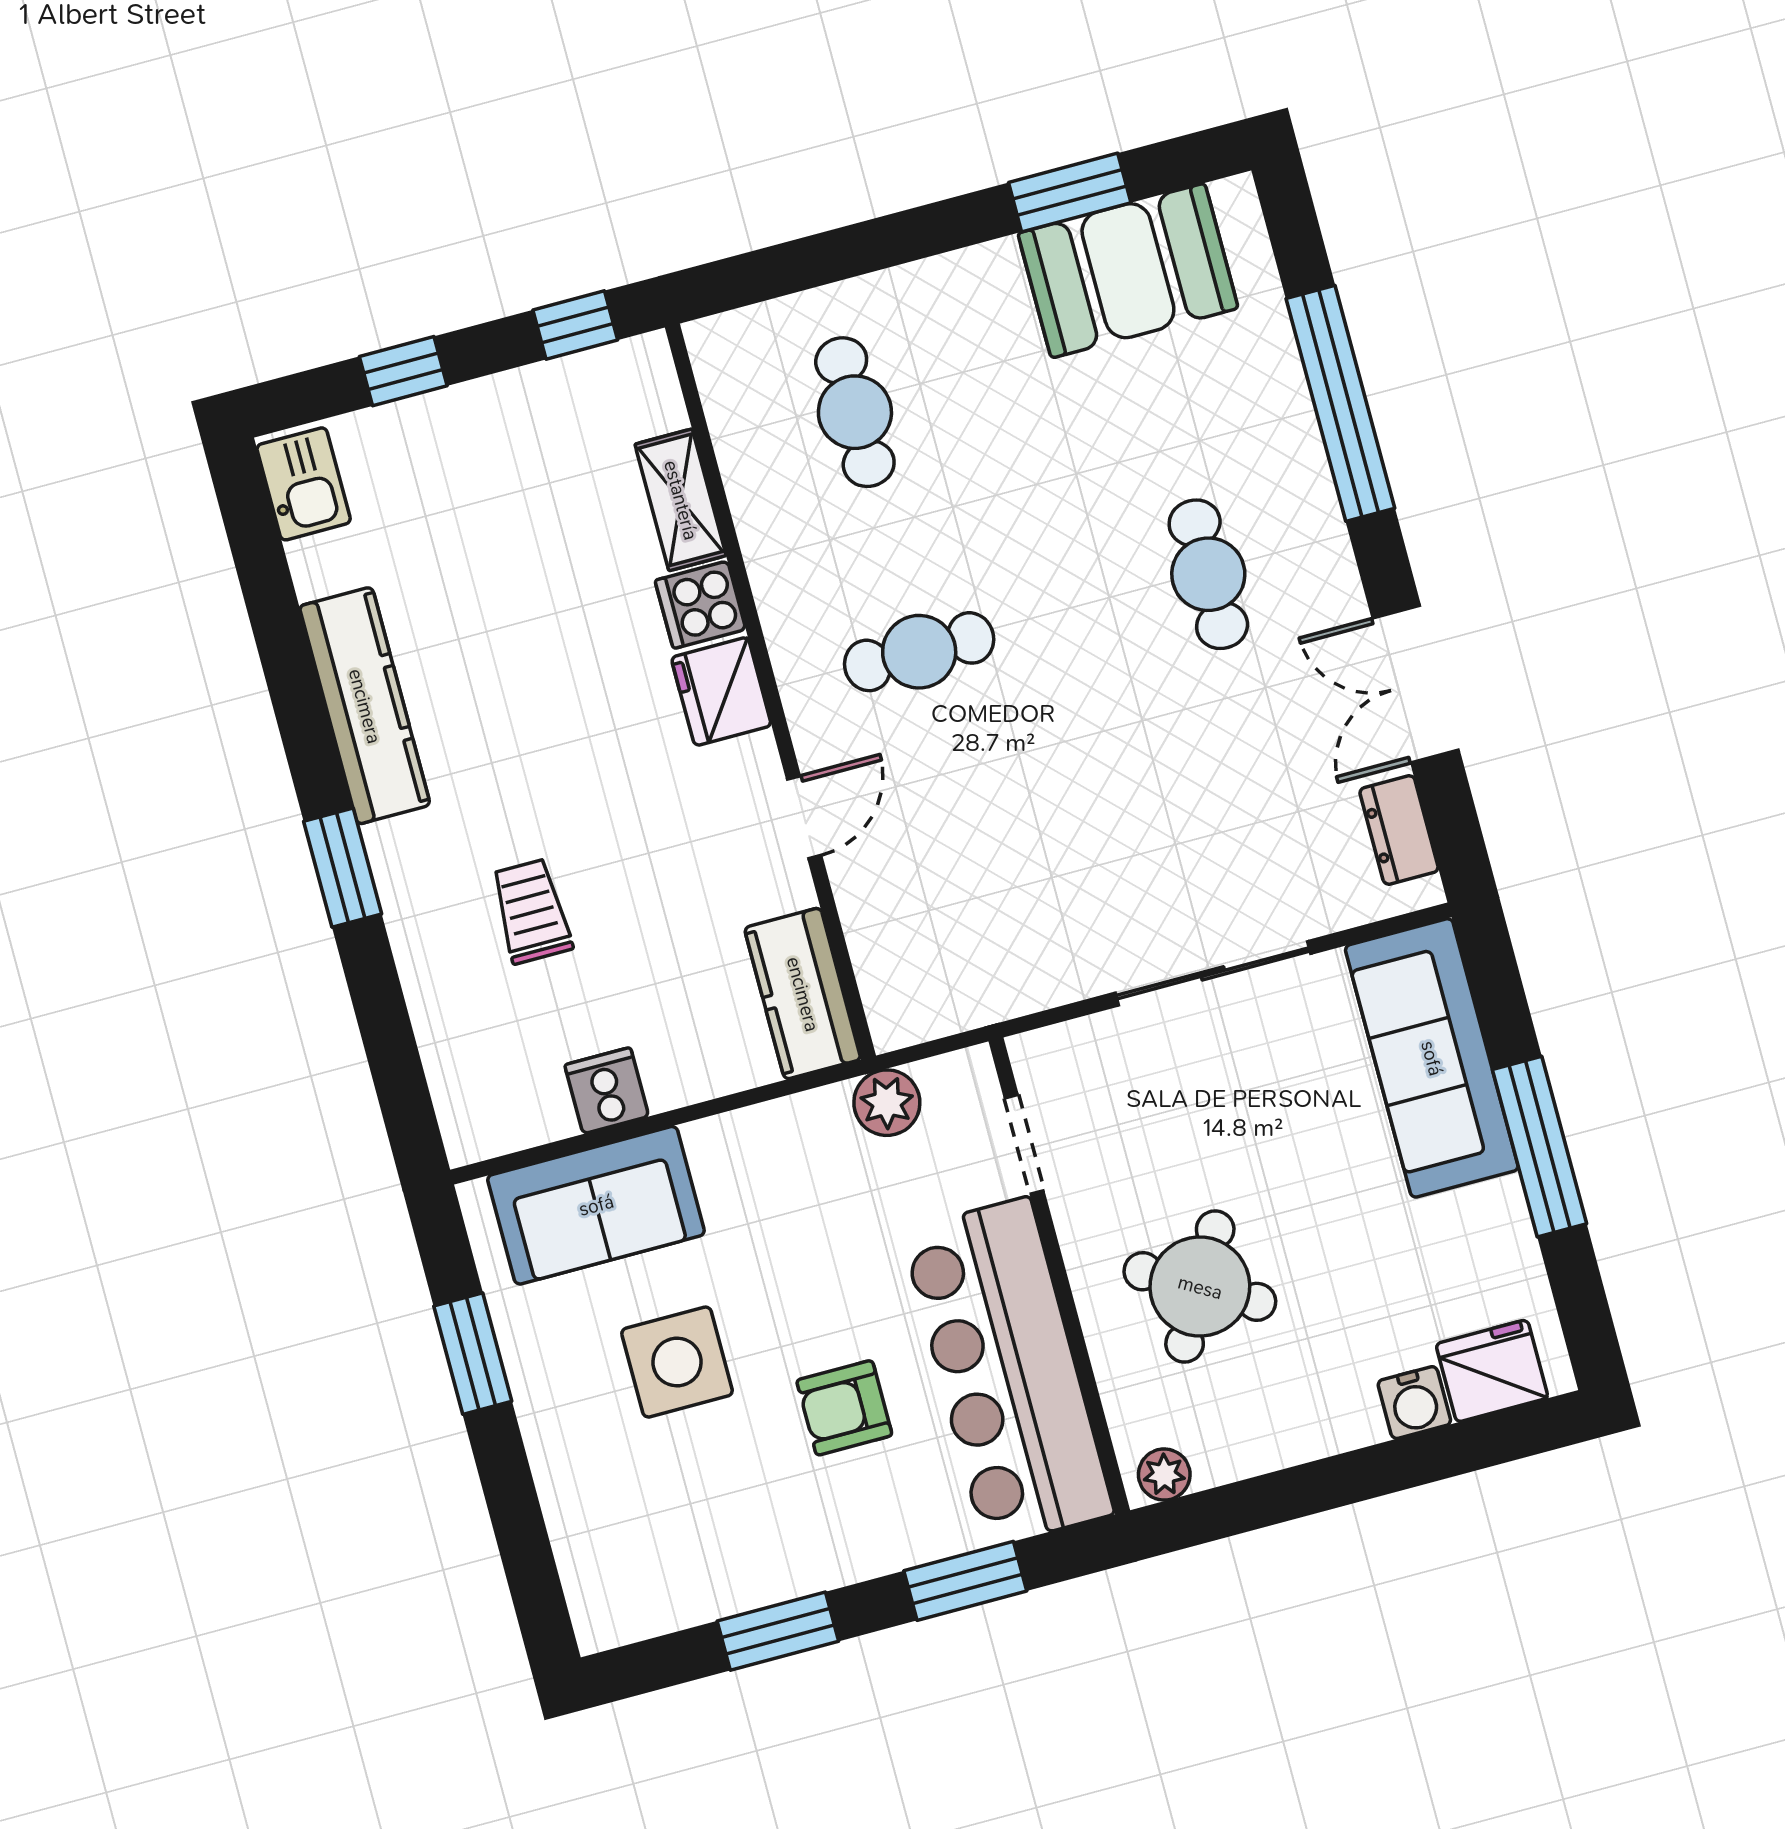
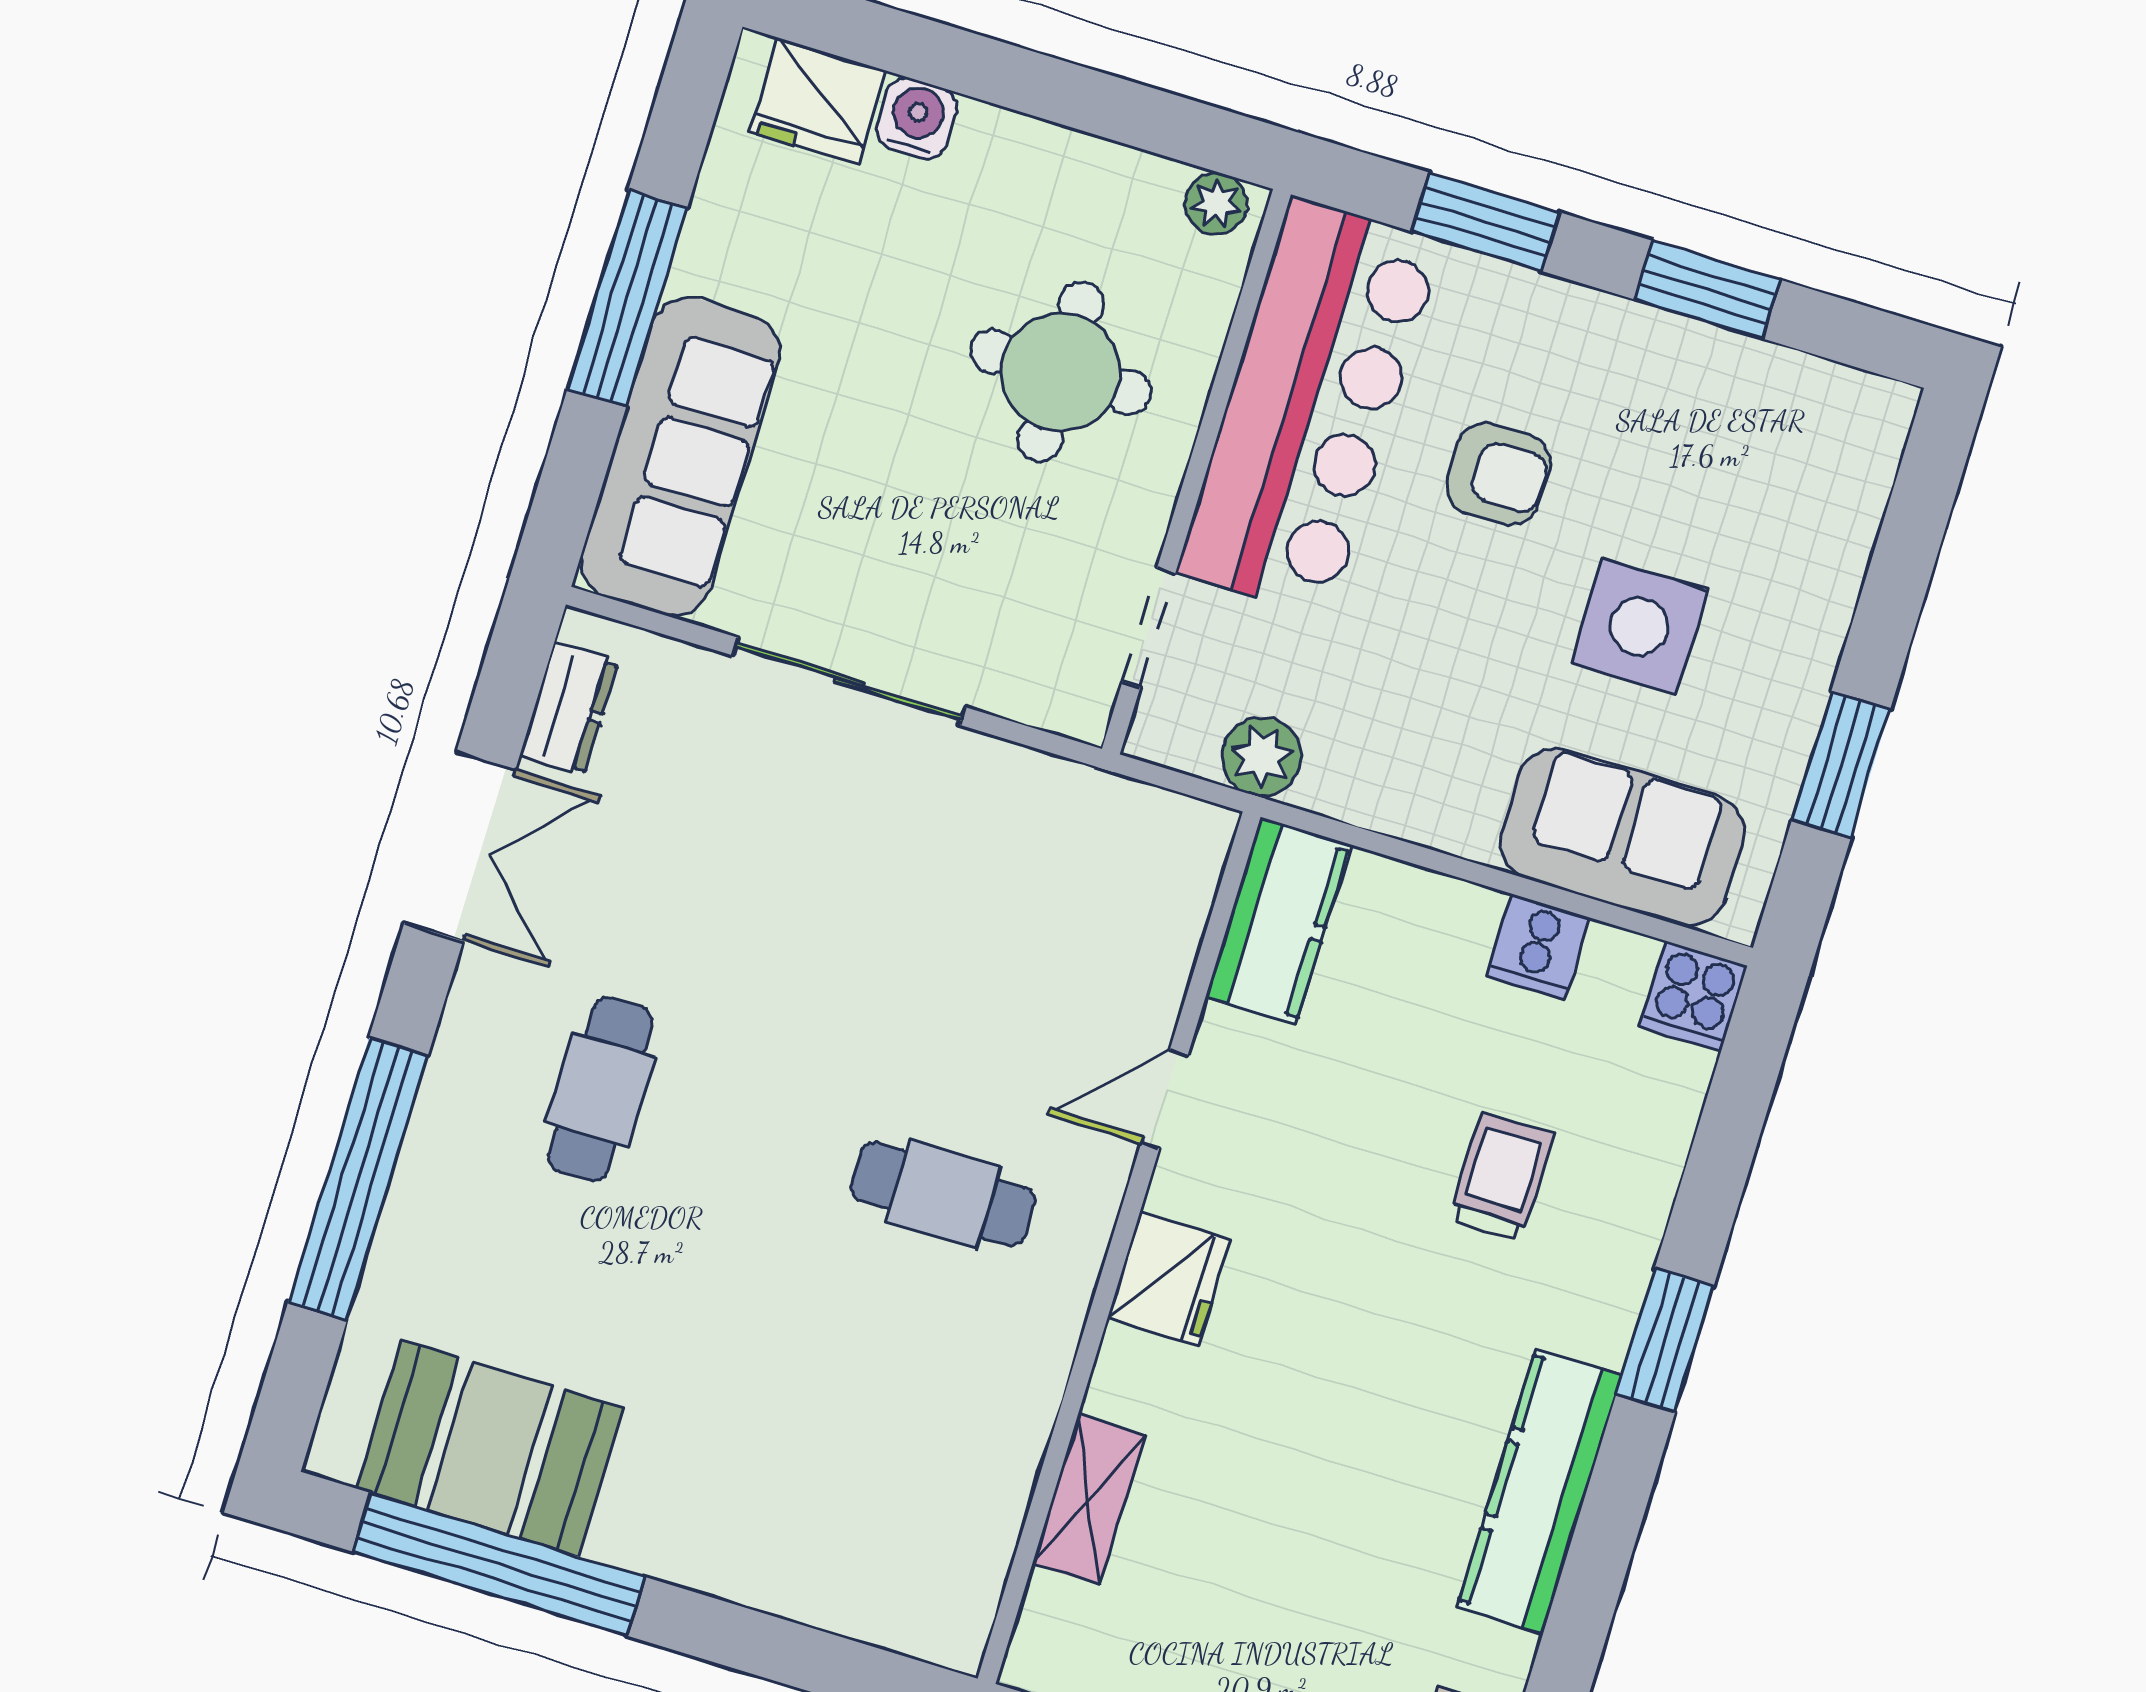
window: (1070, 193) -> (499, 1564), width x2.11
cafe table: (855, 412) -> (856, 1478), removed
cooker: (700, 605) -> (1694, 996), moved, turned 90
trolley: (531, 911) -> (1501, 1176), turned 180
round table: (1200, 1287) -> (1061, 372), turned -30

